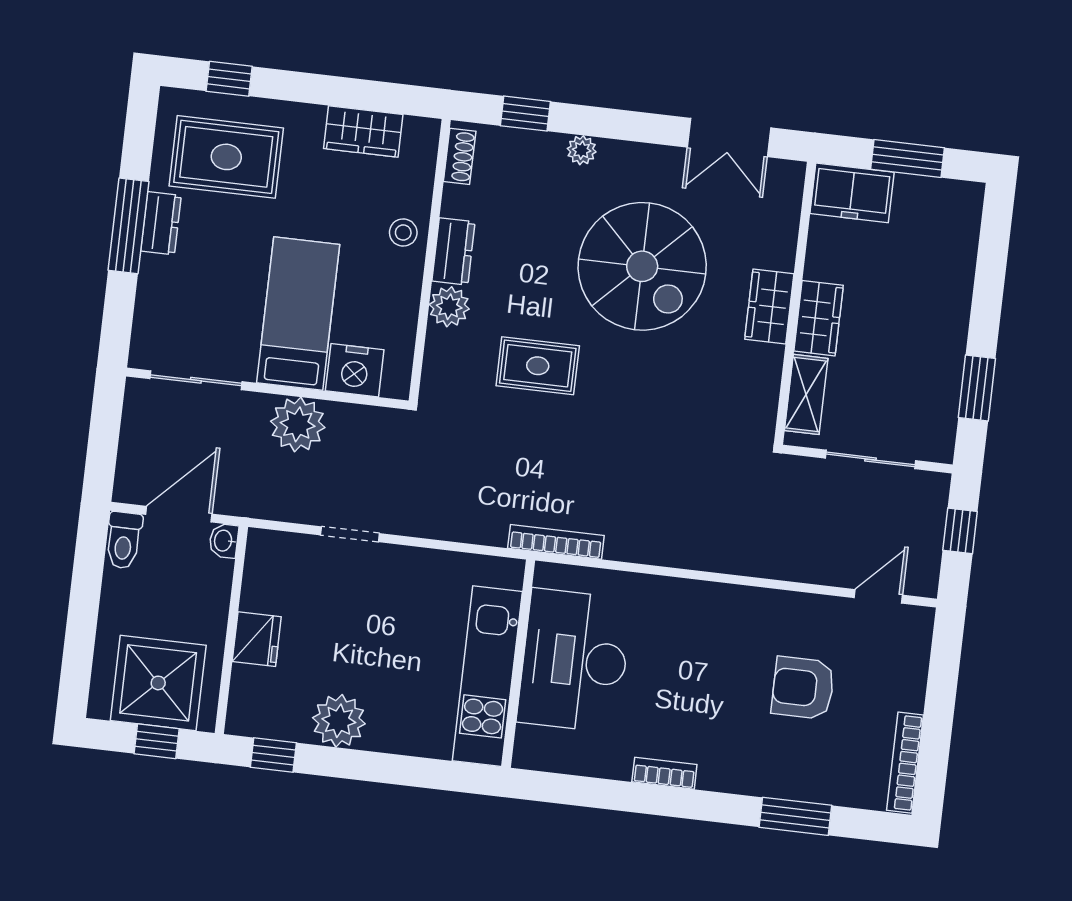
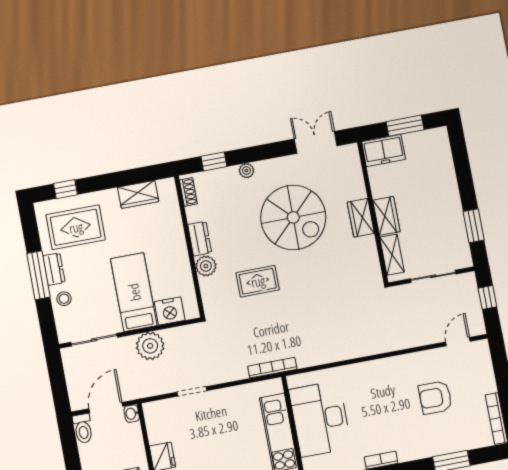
double door: (729, 138) -> (316, 142), swing flipped
stool: (403, 233) -> (64, 299), moved
bookcase: (556, 542) -> (272, 368), moved

